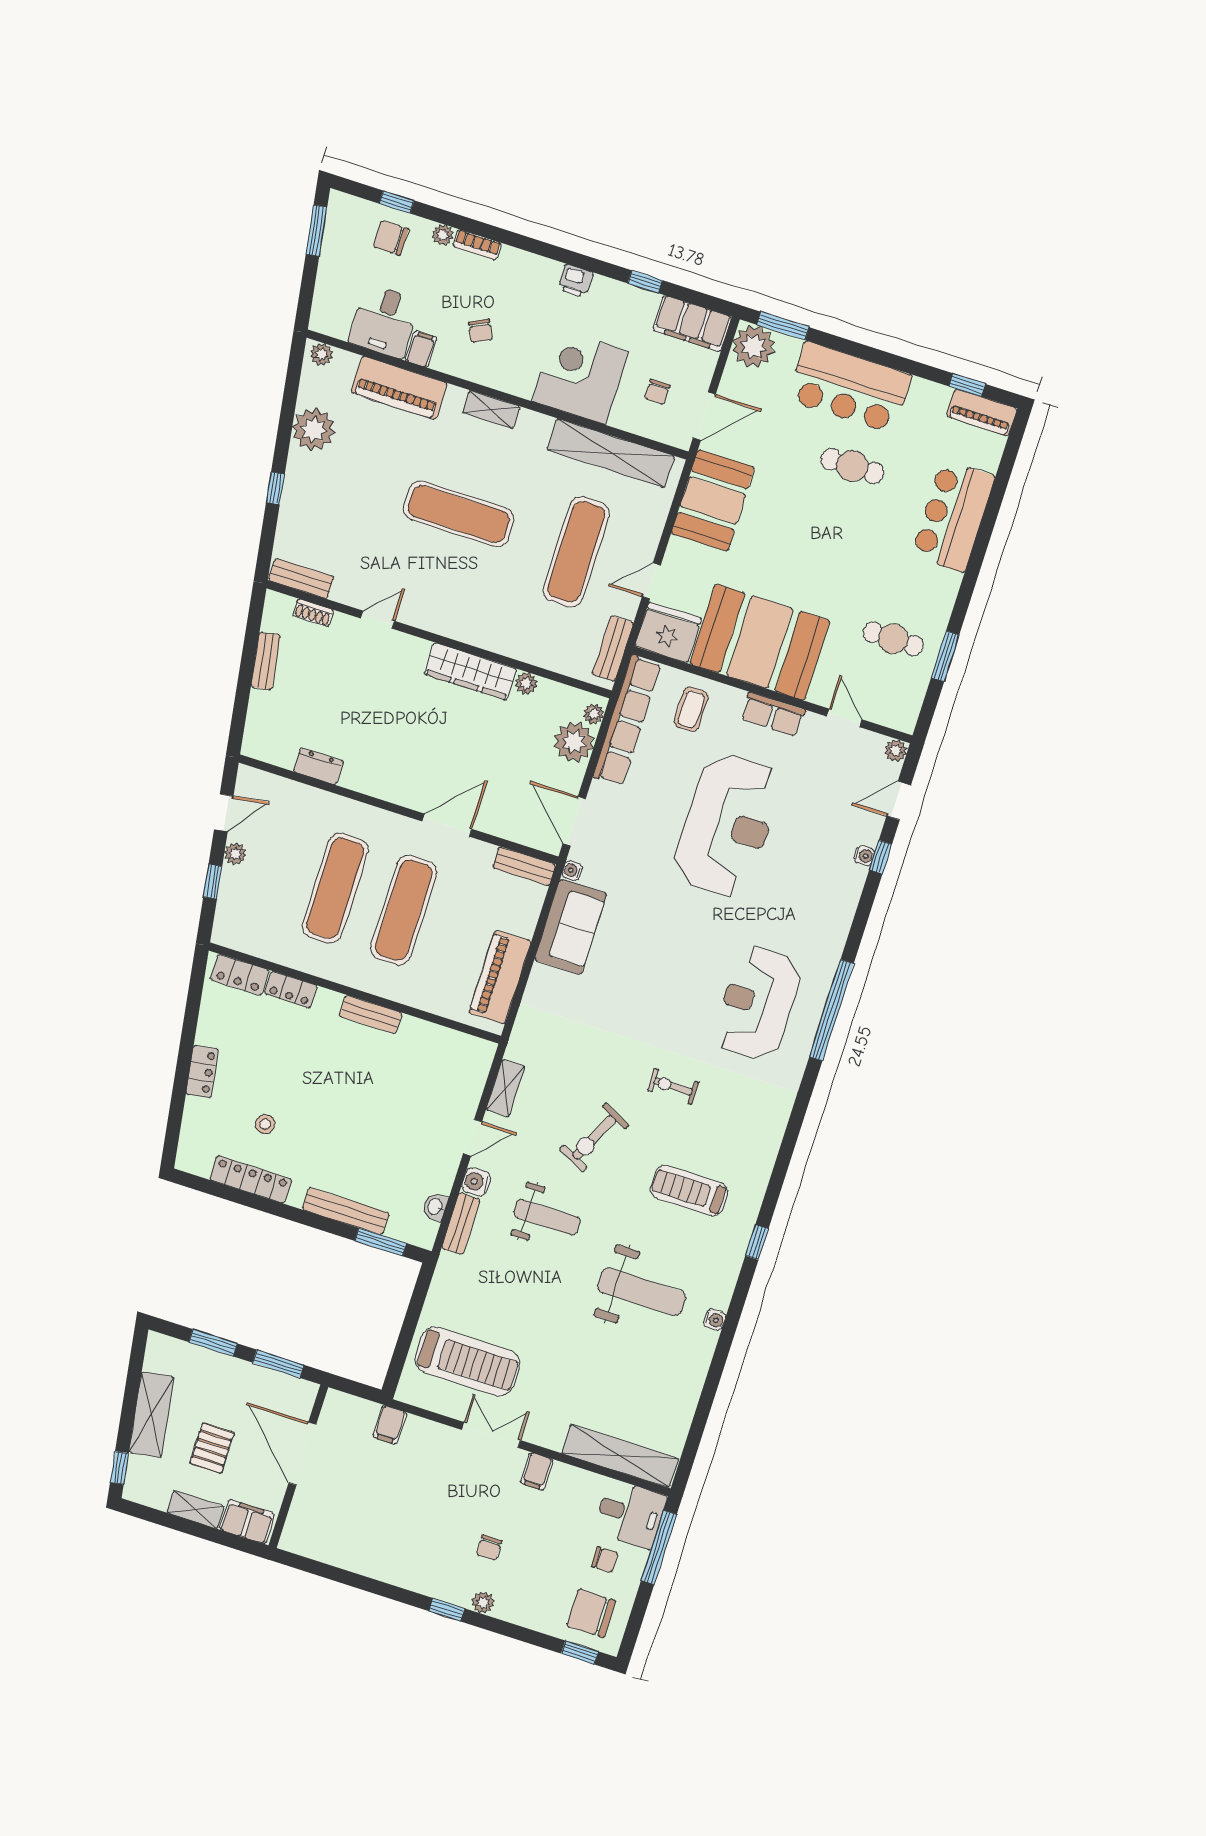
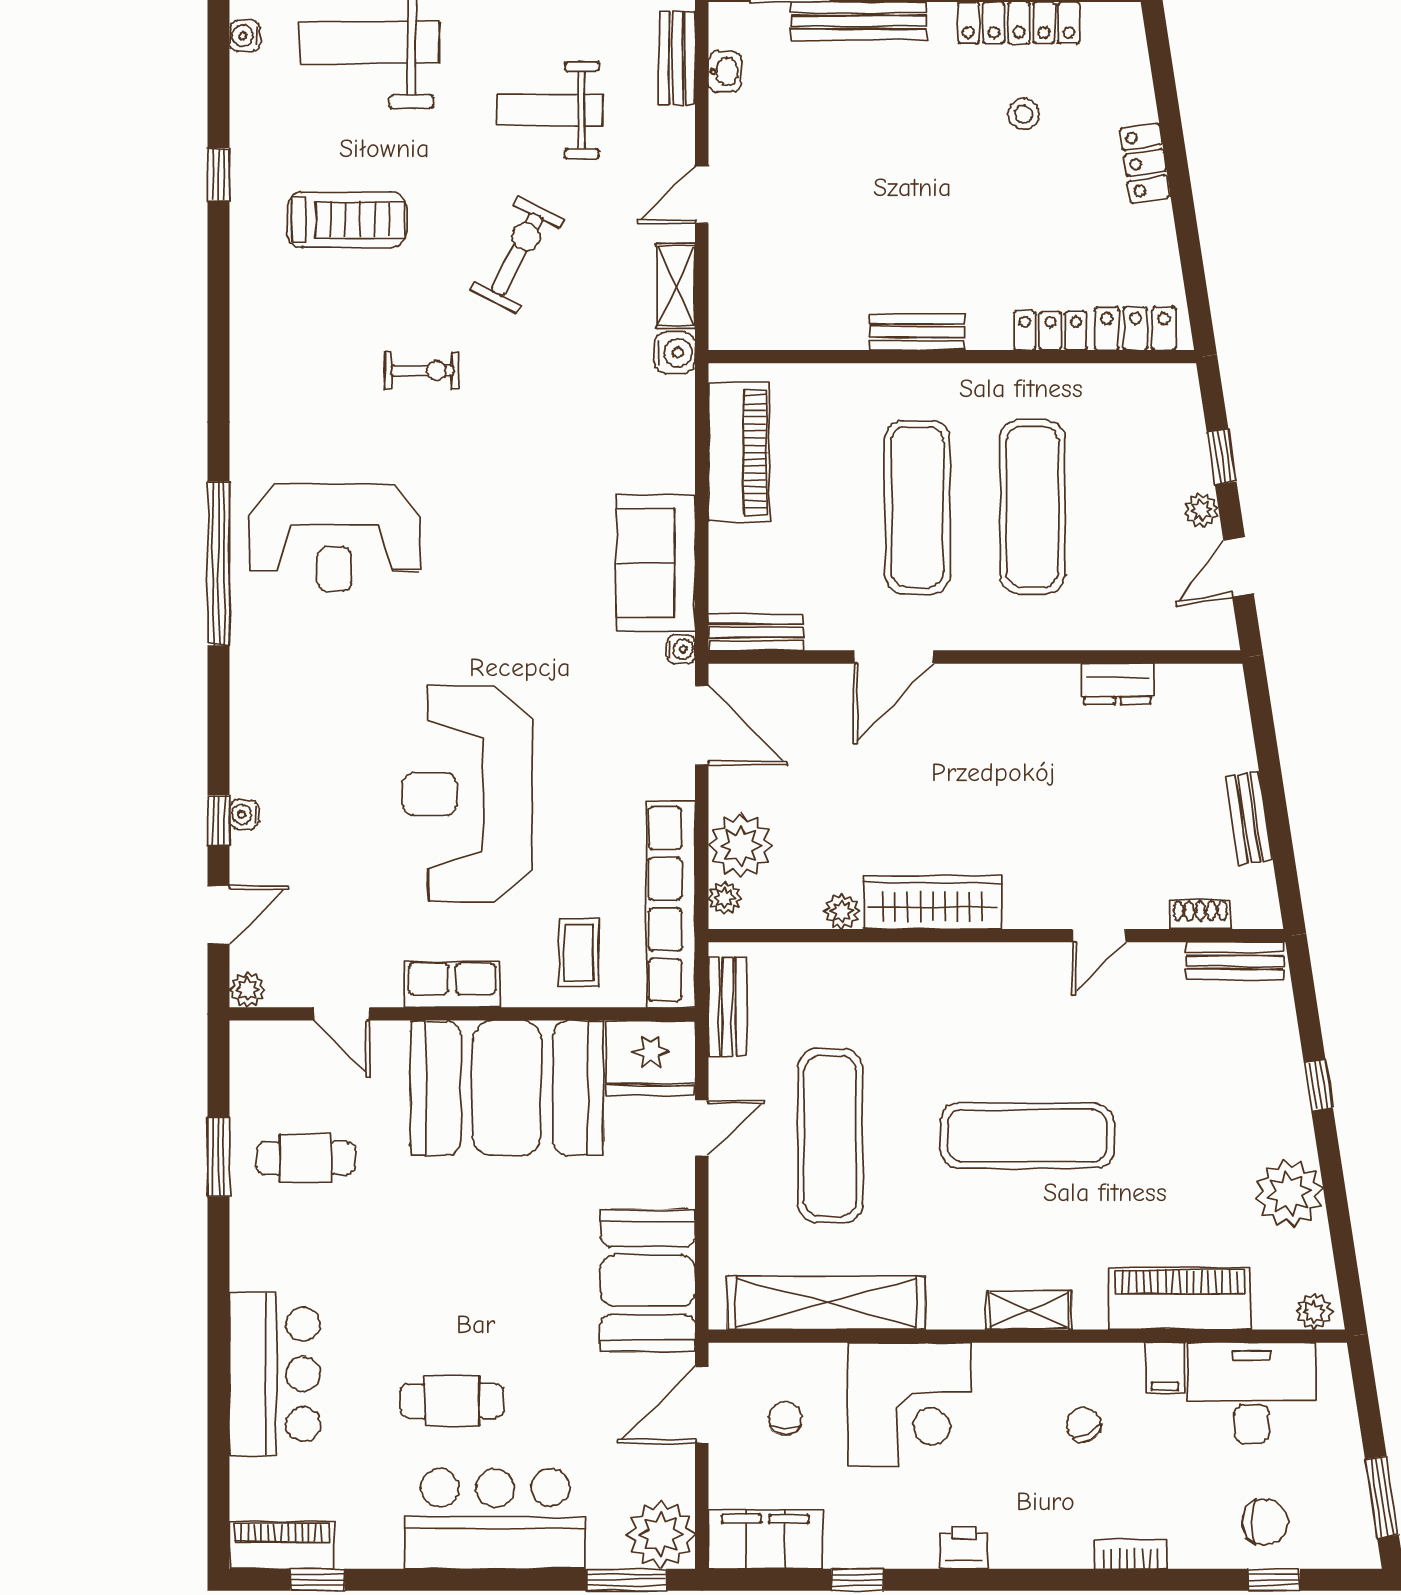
plant: (443, 235) -> (1188, 1552), removed
desk: (384, 321) -> (1252, 1393), width x1.37
reception desk: (757, 1003) -> (335, 538), turned 90
water cooler: (476, 1182) -> (675, 353), moved

